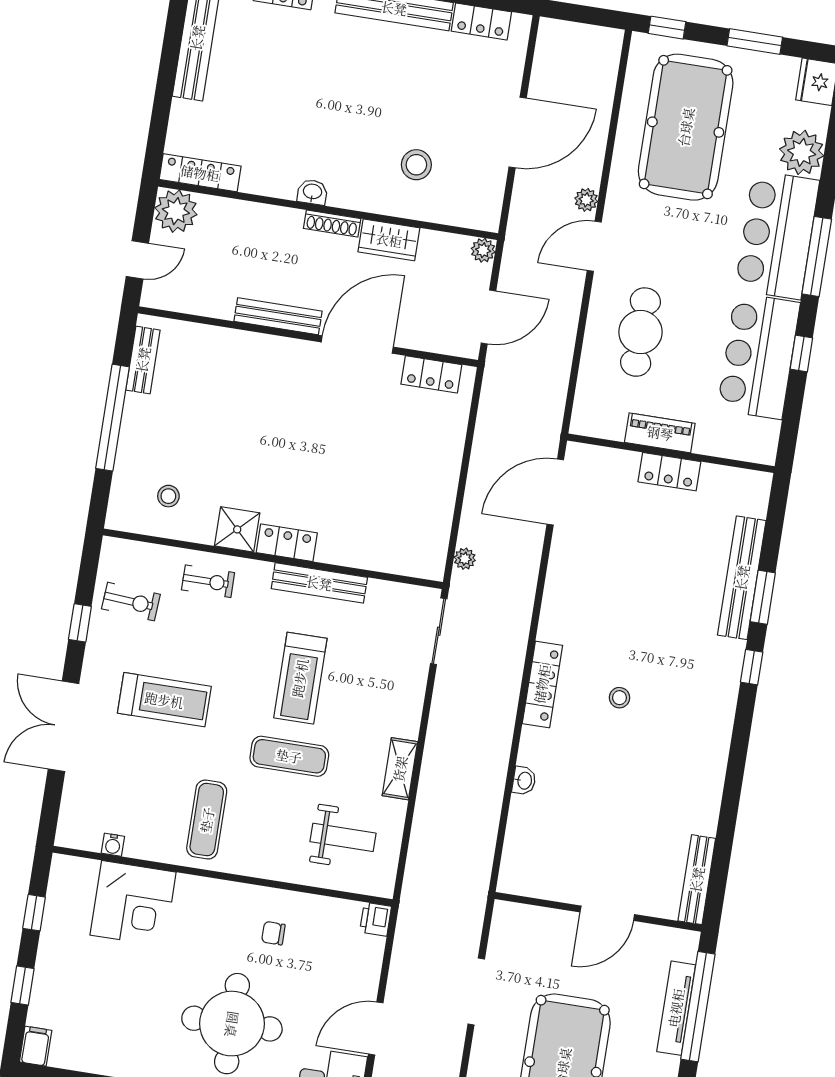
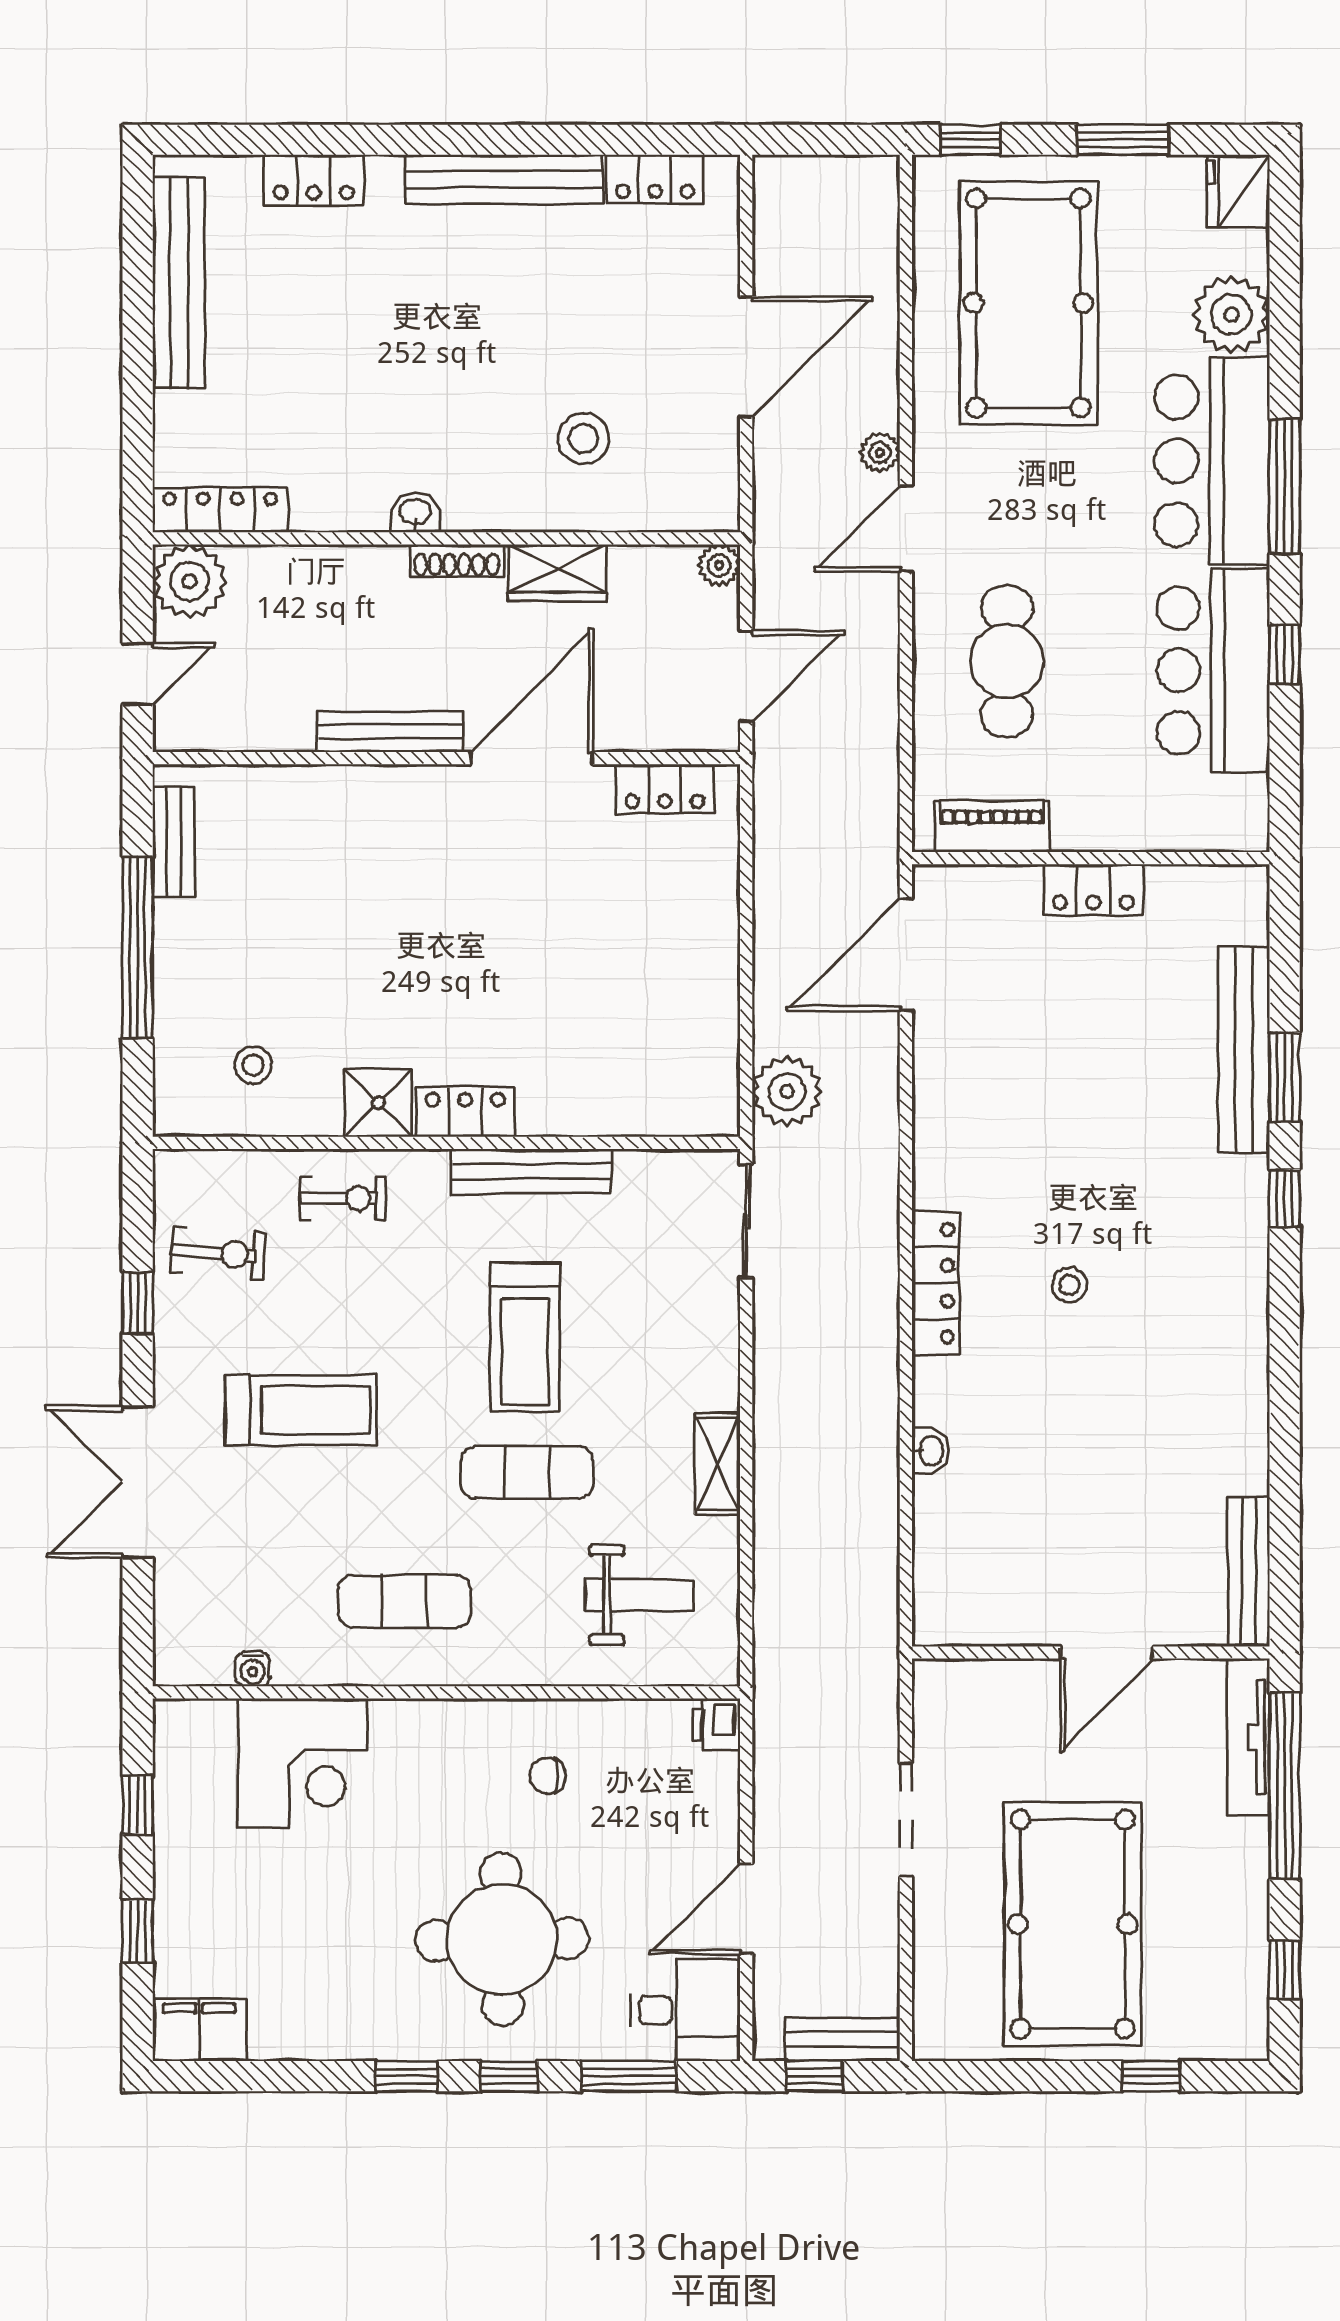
piano: (660, 433) -> (992, 827), moved
plant: (465, 559) -> (787, 1091), width x1.87, depth x1.87
exercise mat: (207, 820) -> (404, 1601), turned 90
tv unit: (676, 1008) -> (1248, 1737), moved
filing cabinet: (36, 1046) -> (199, 2030), width x2.00

